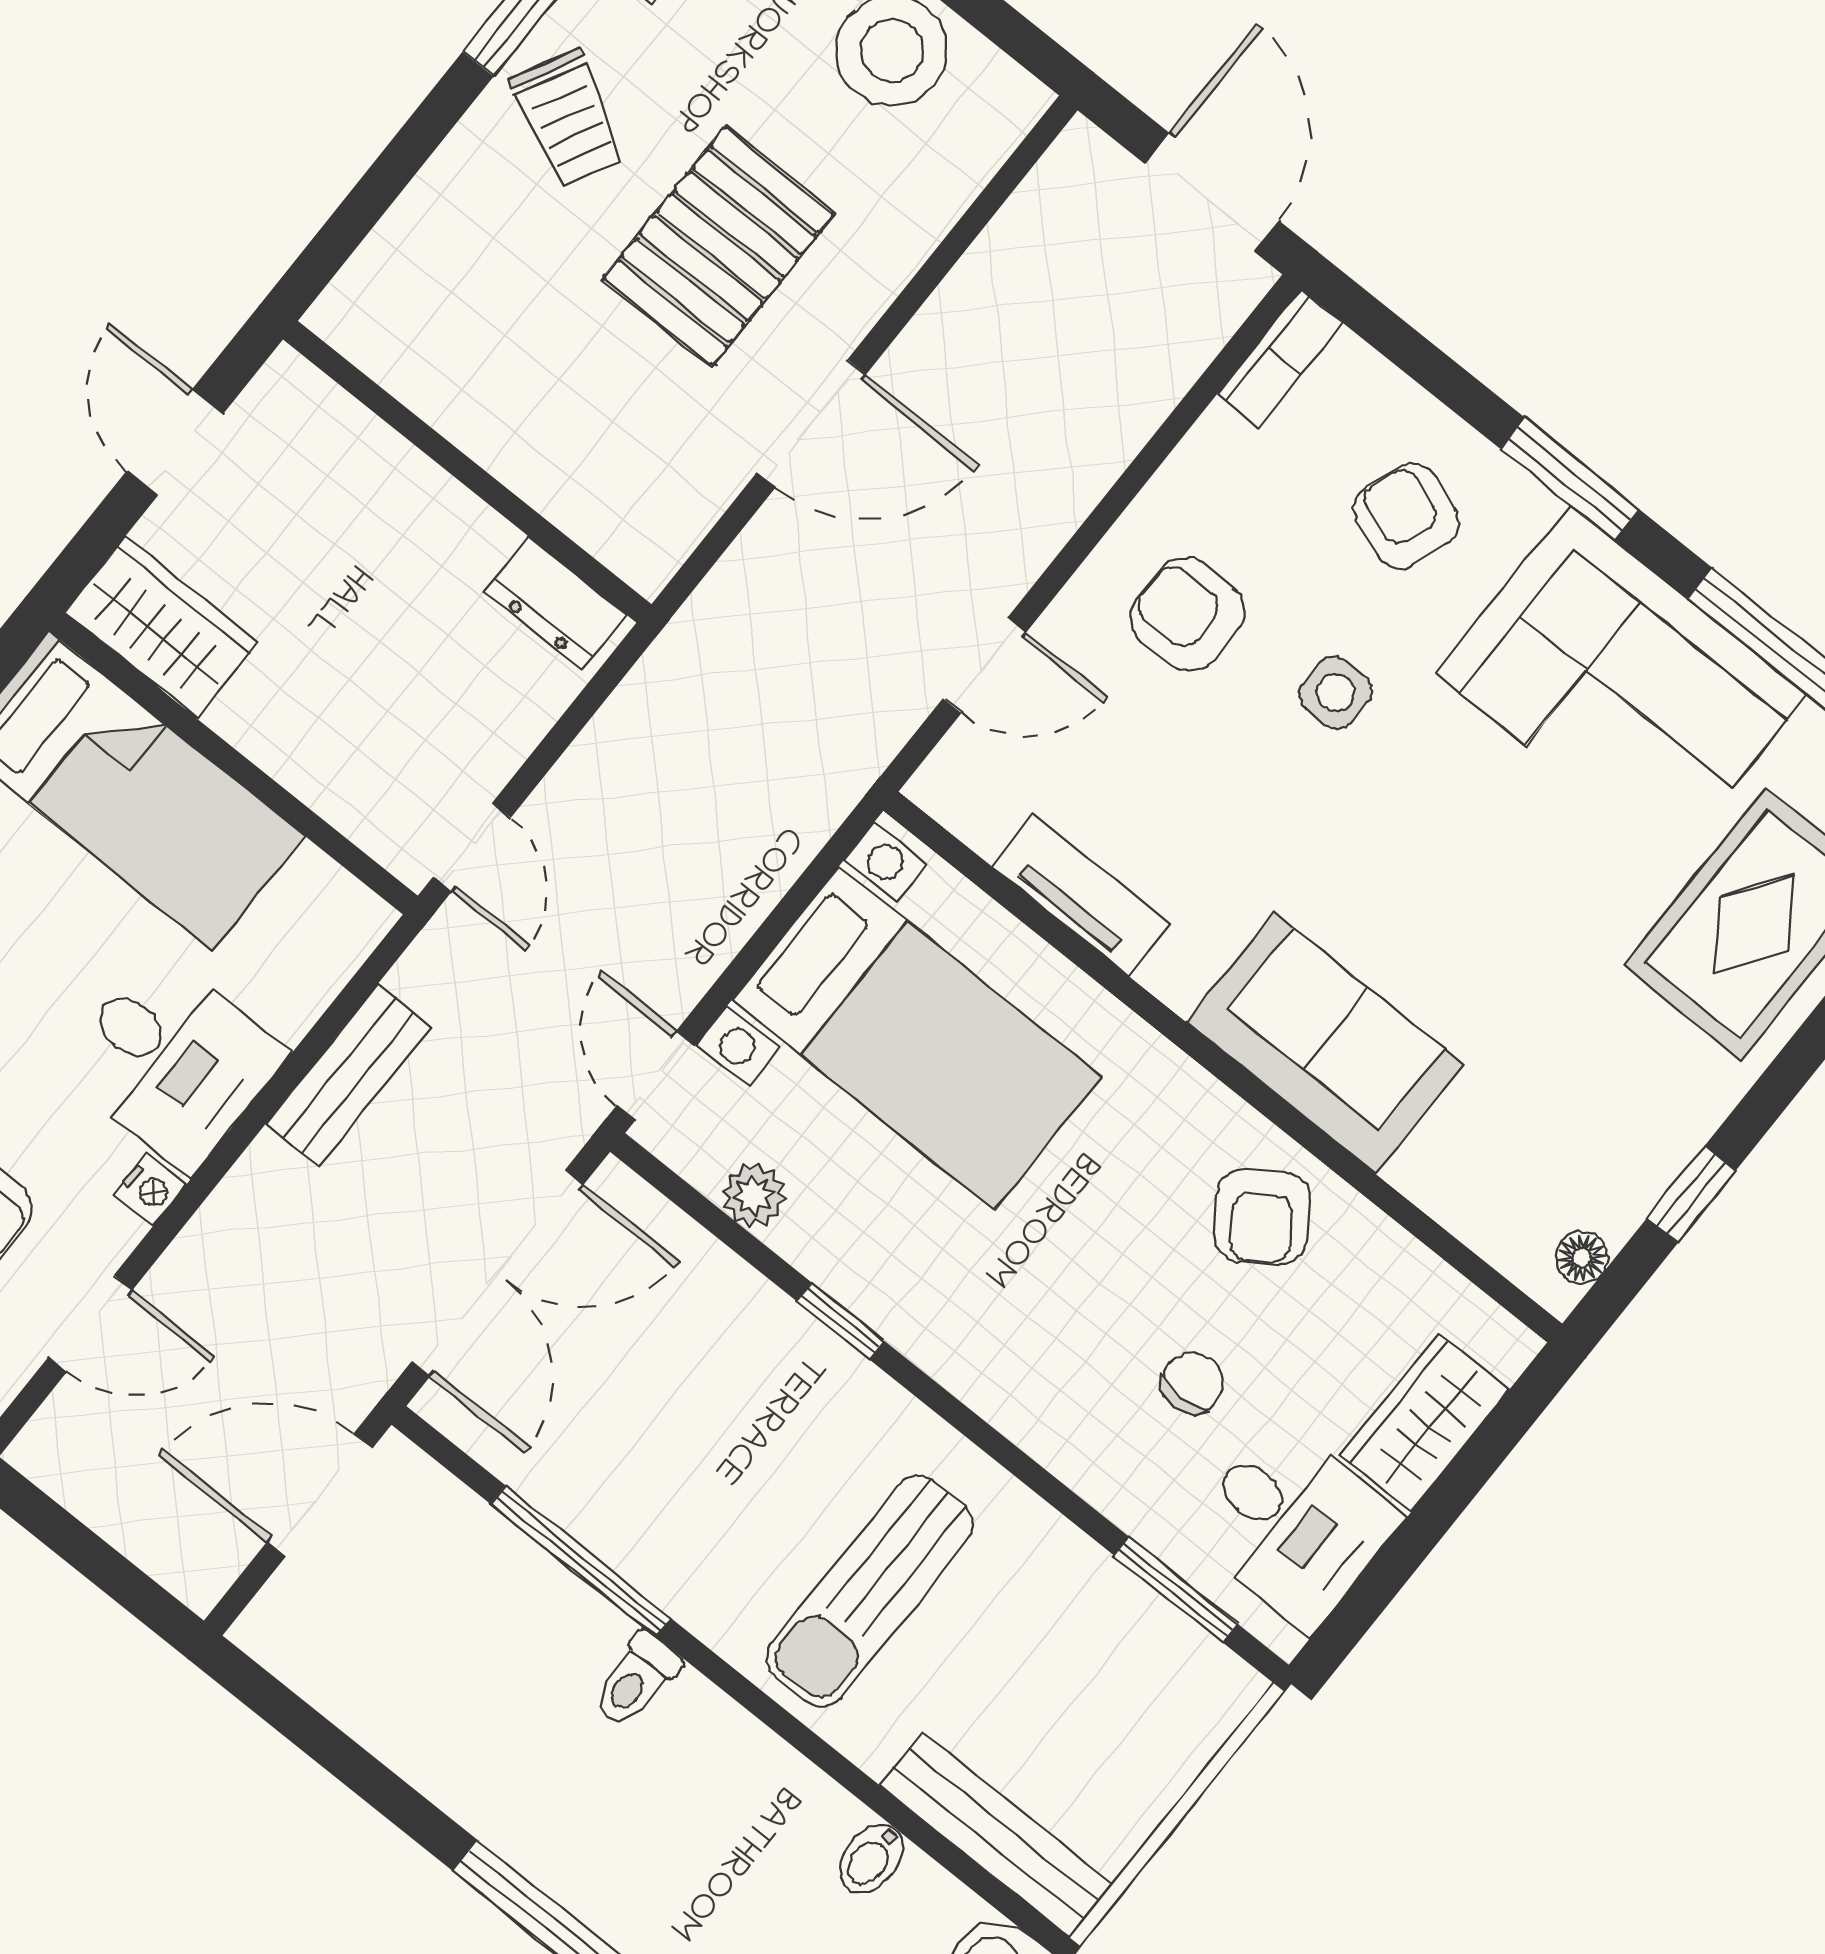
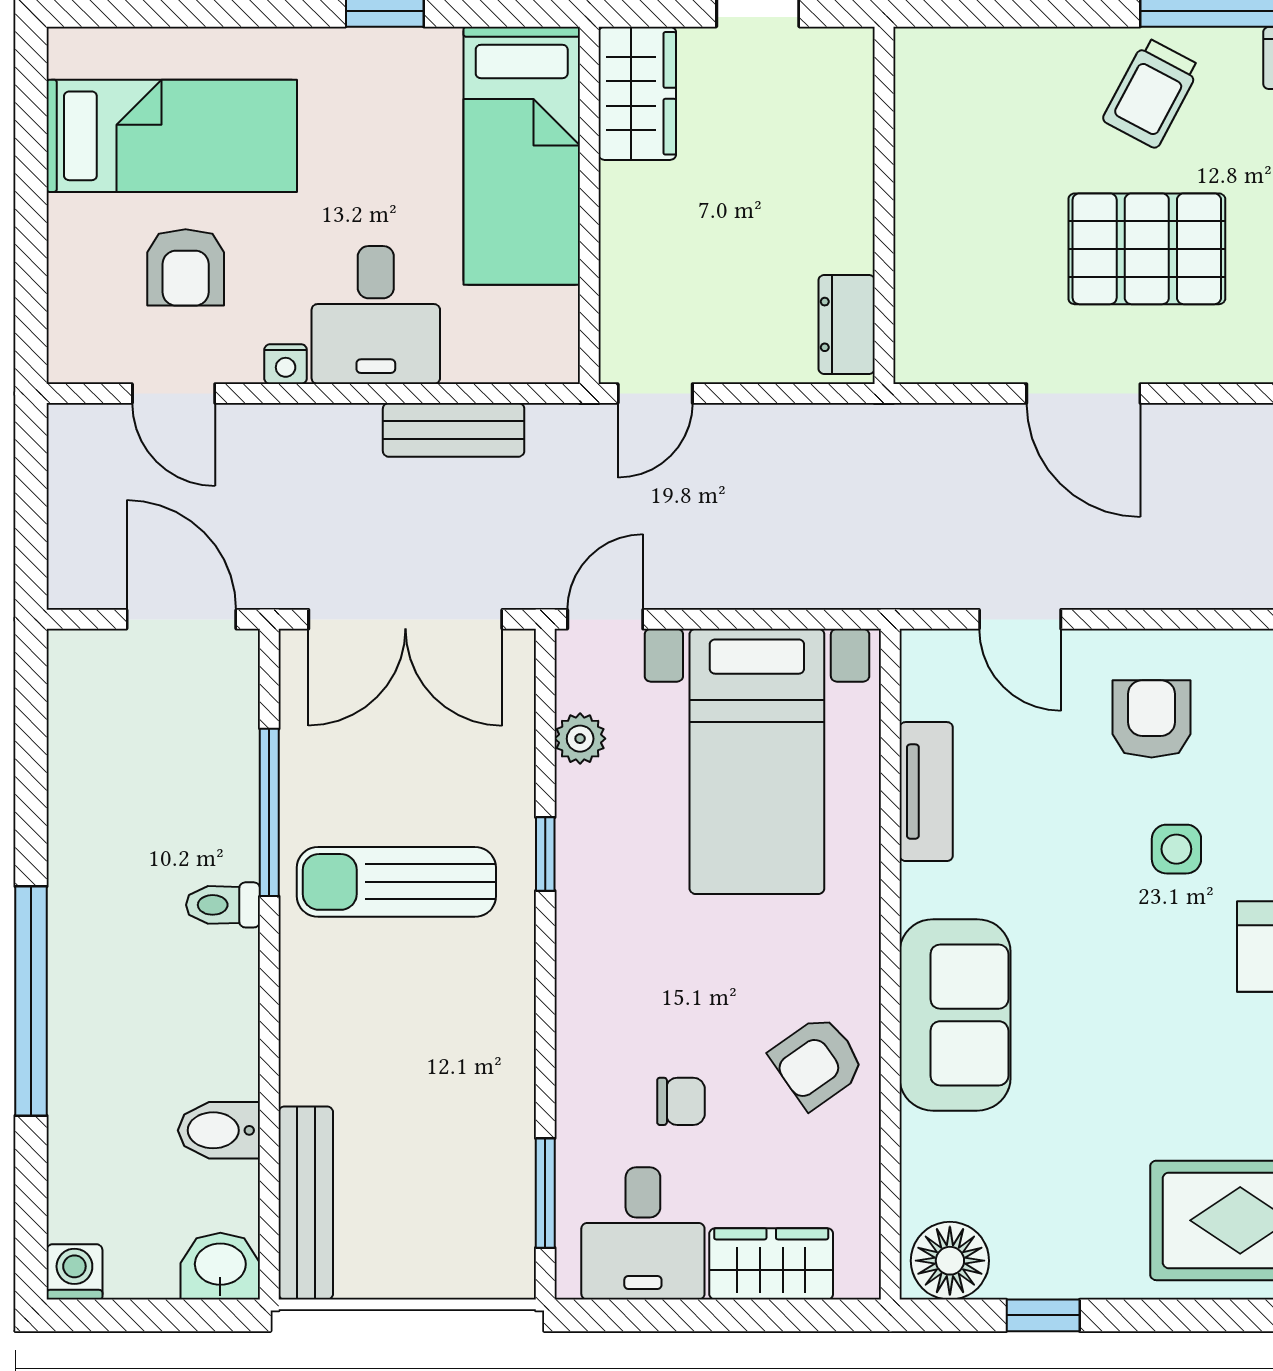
floor lamp: (1582, 1257) -> (950, 1261), width x1.89, depth x1.89
sun lounger: (870, 1591) -> (396, 882), moved
bidet: (872, 1858) -> (219, 1130), width x1.38, depth x1.36

